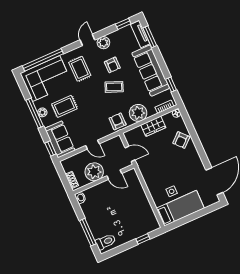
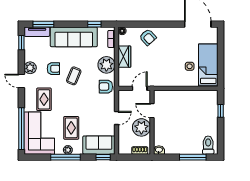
rug: (80, 69) -> (44, 99), turned 90
door: (114, 175) -> (152, 111), swing flipped

